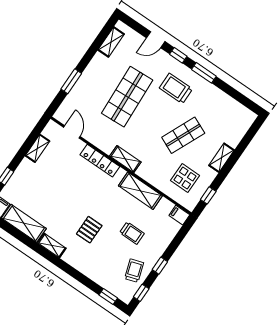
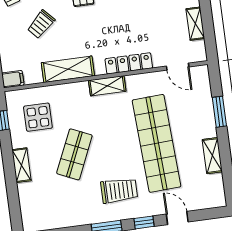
door: (156, 40) -> (177, 218), hinge flipped
shelving: (111, 42) -> (212, 156), moved
shop shelf: (127, 97) -> (157, 143), width x1.40
trolley: (132, 233) -> (41, 24), turned -43

